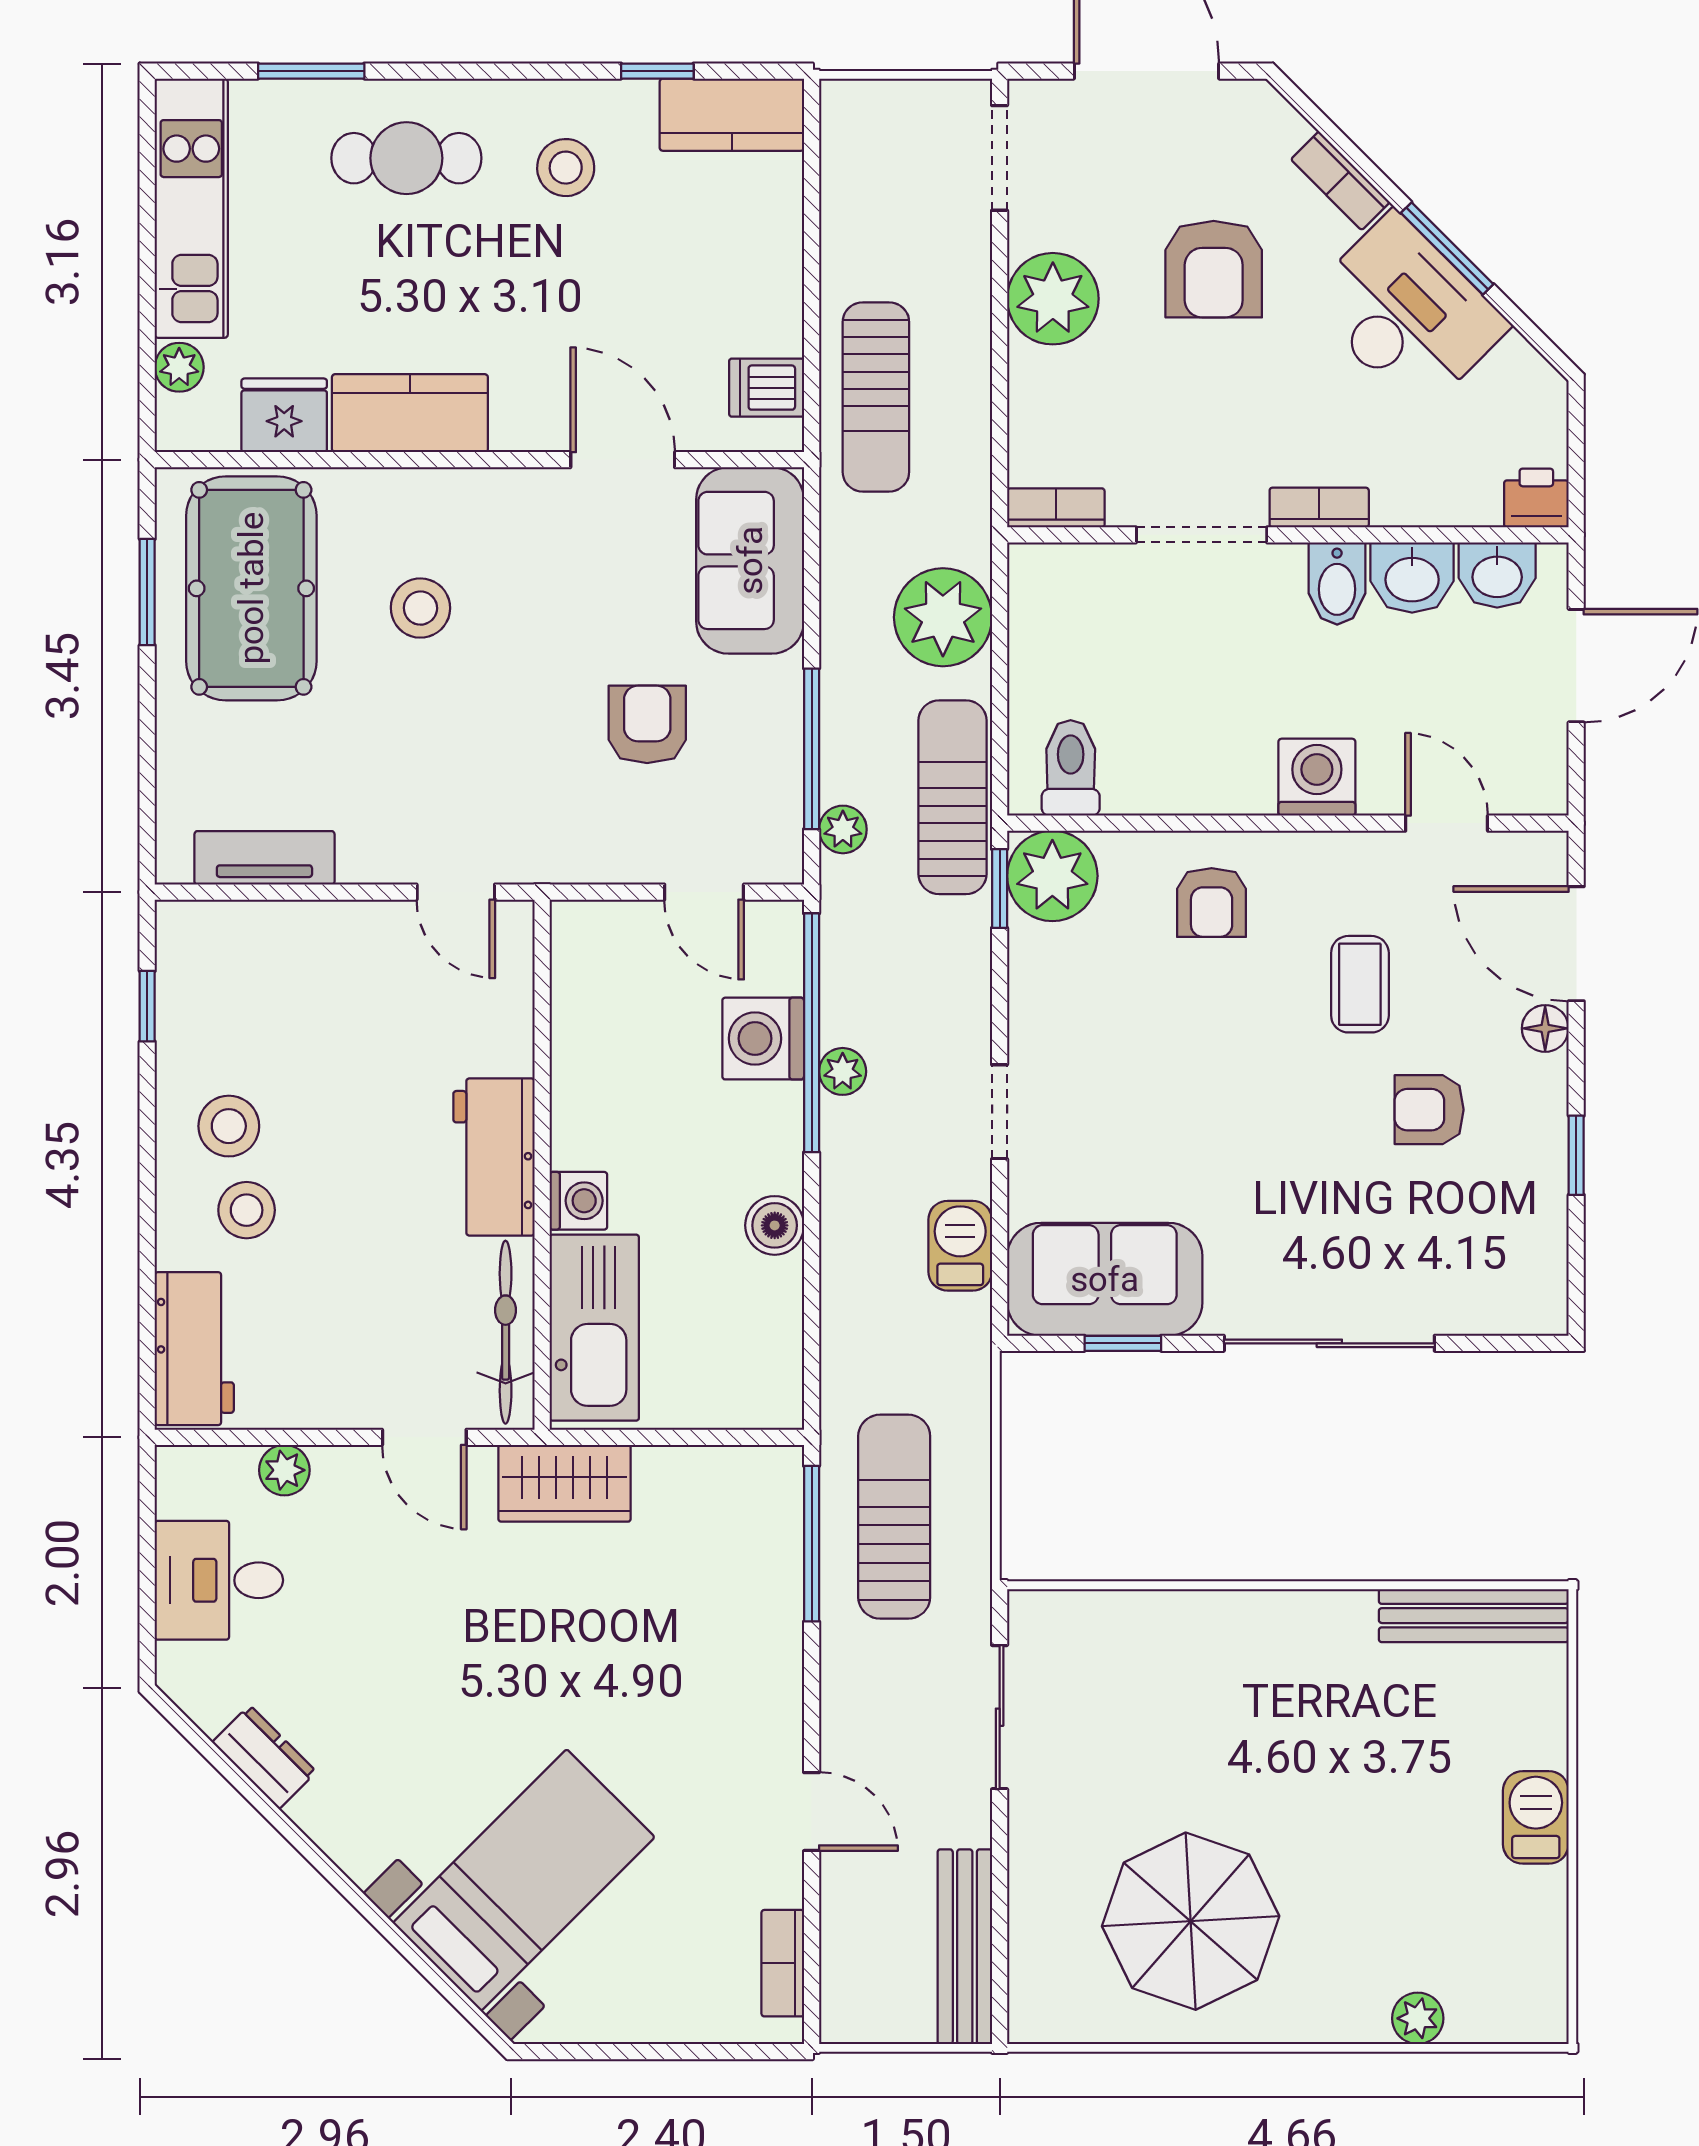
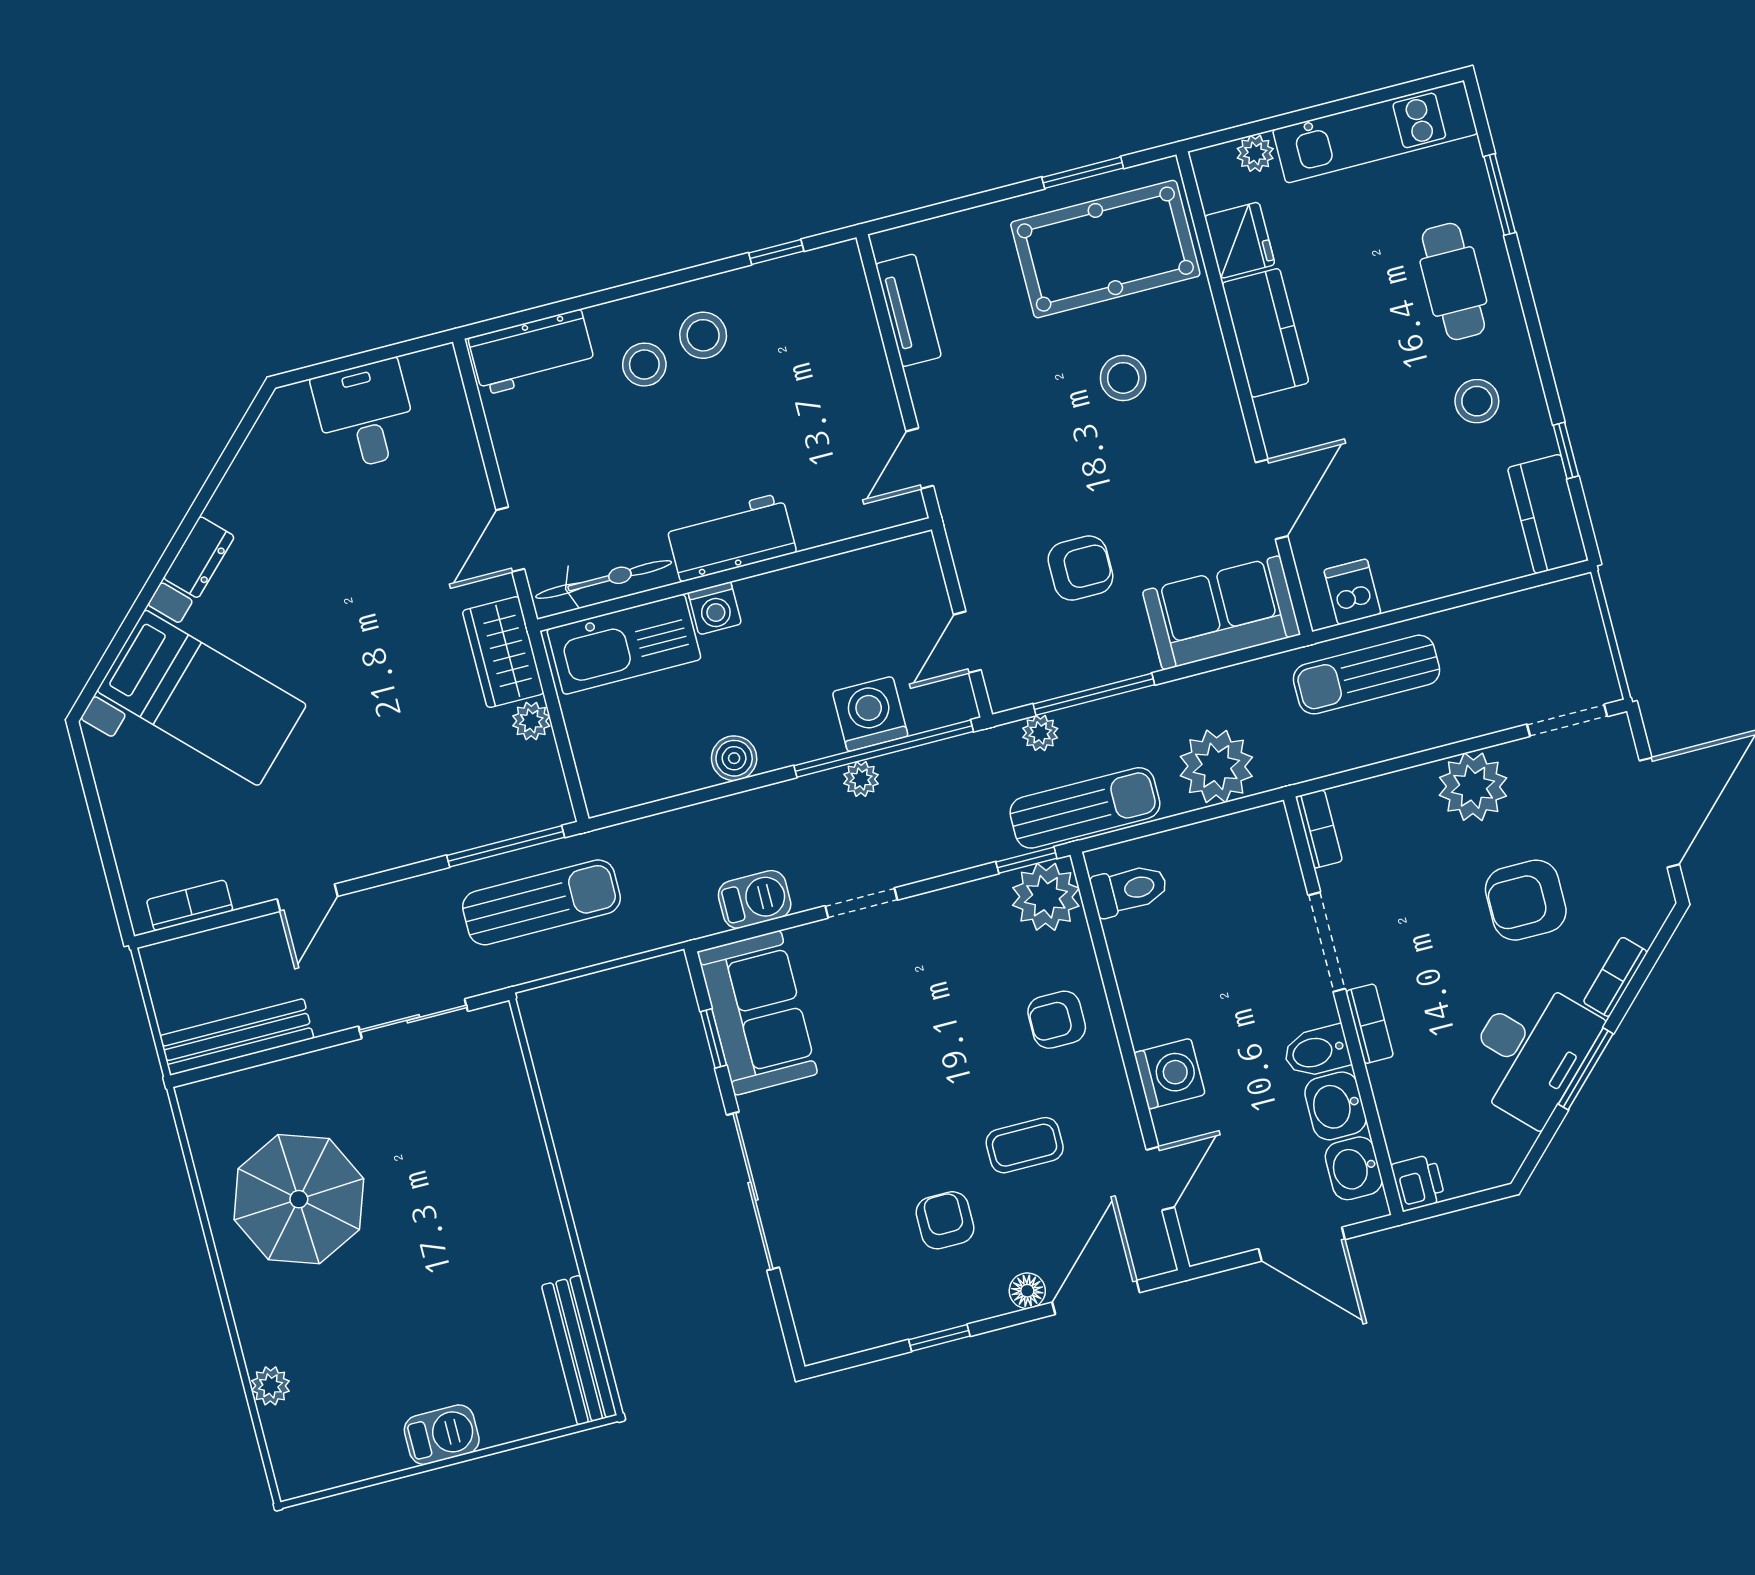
plant: (284, 1470) -> (531, 721), moved
dresser: (264, 1757) -> (199, 557), moved

